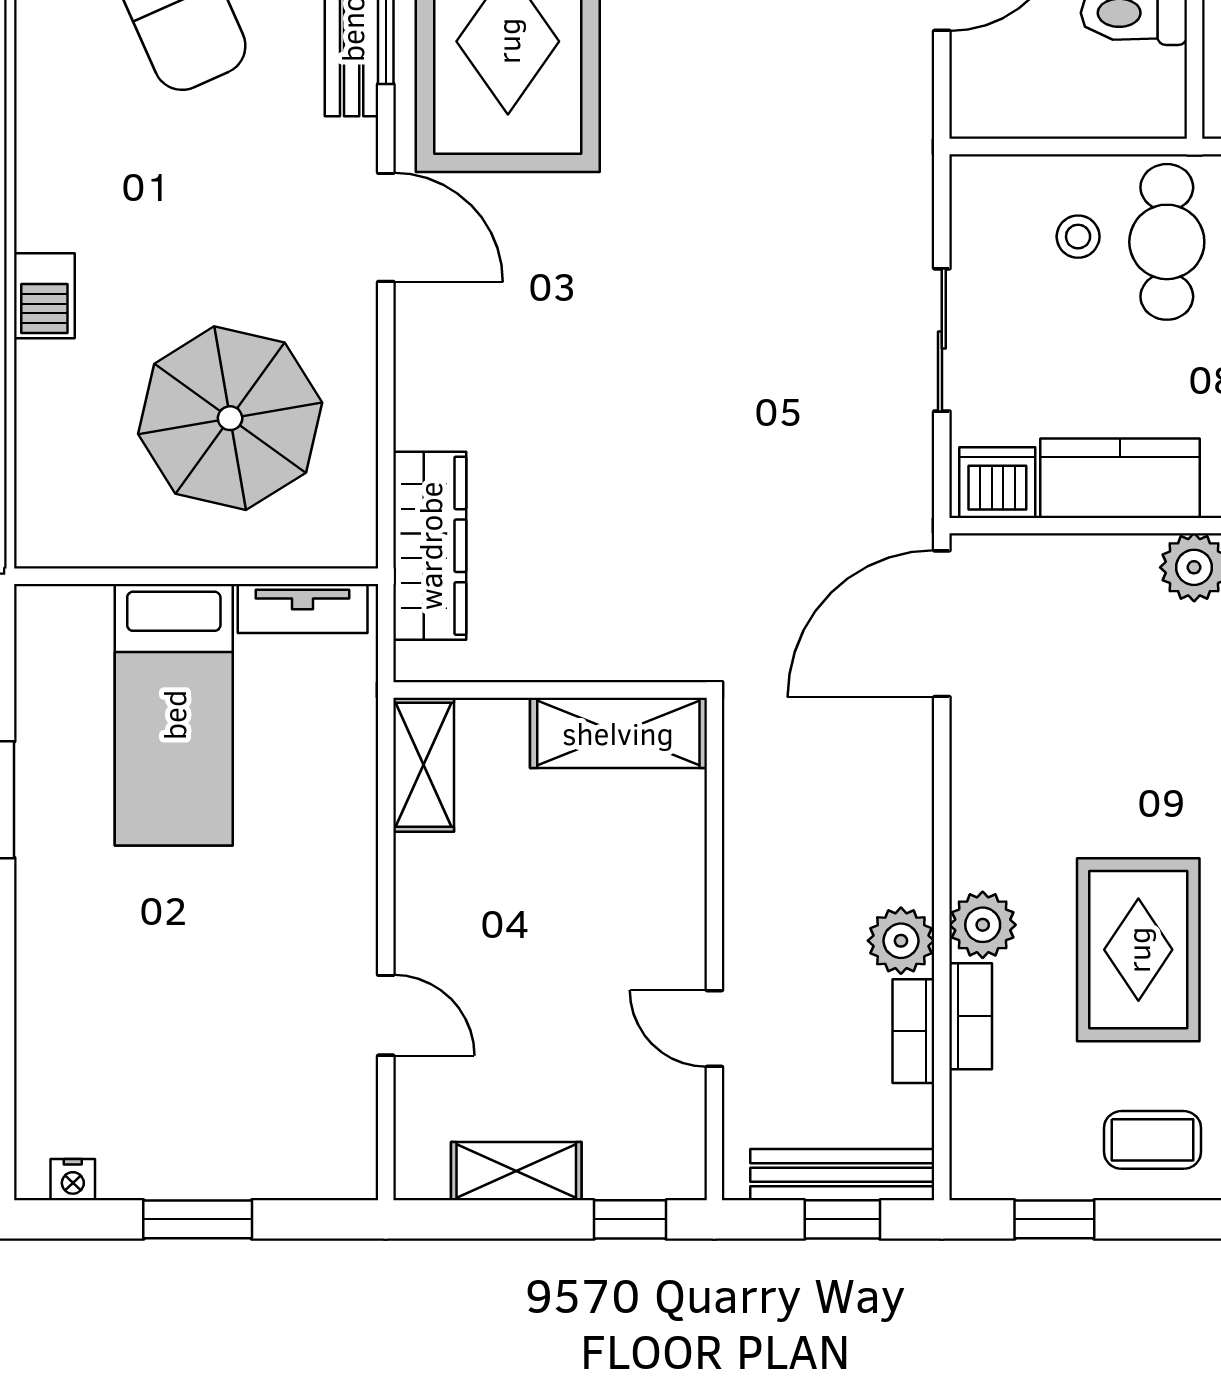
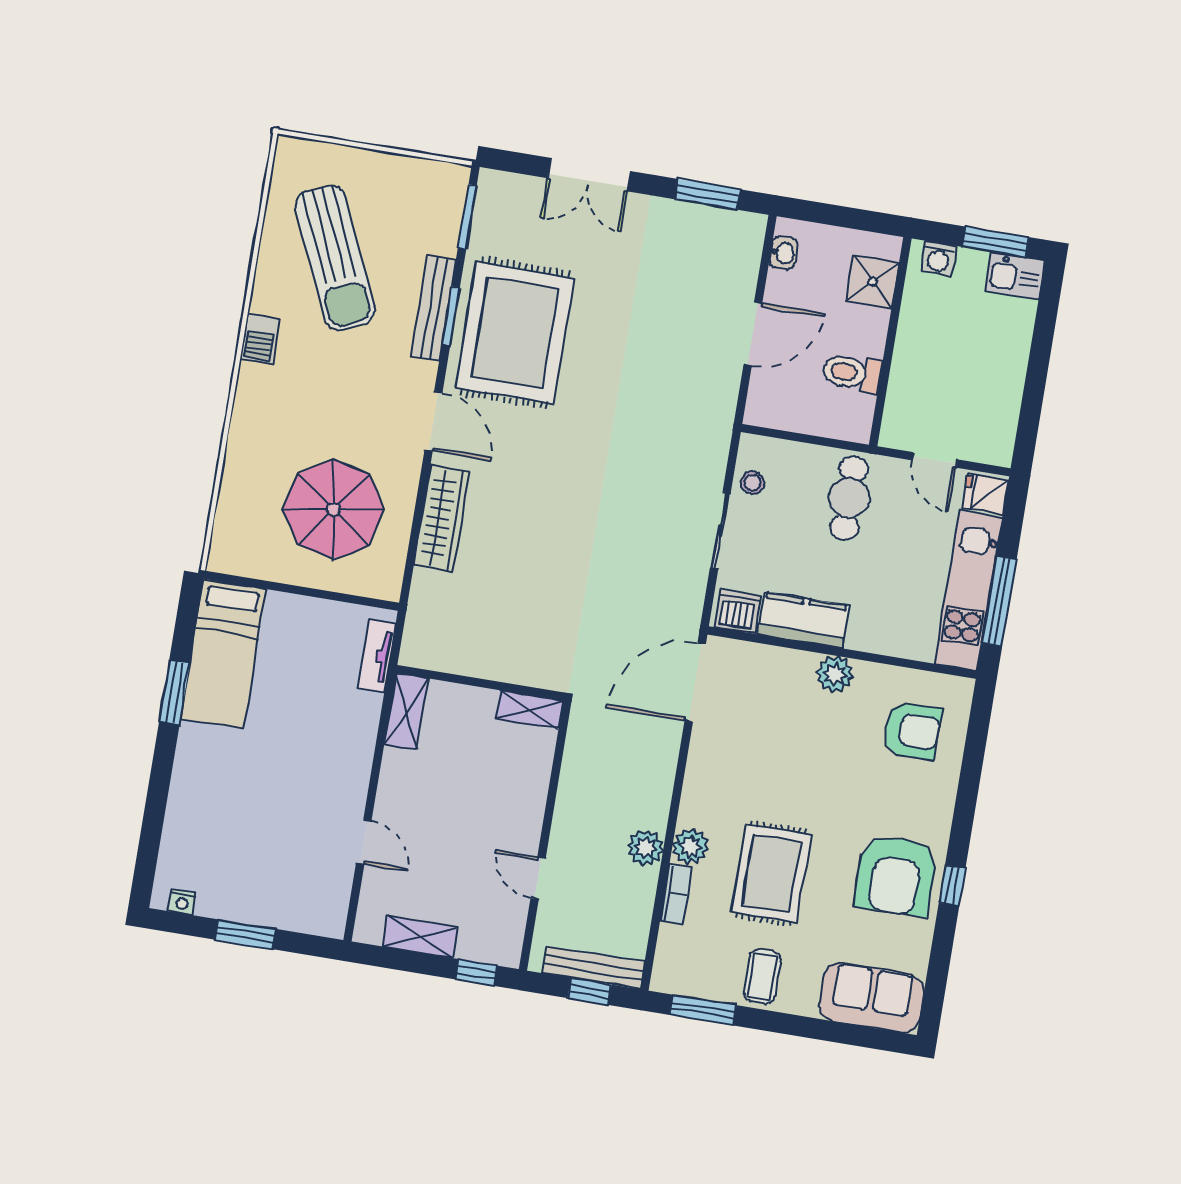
stool: (1078, 237) -> (753, 483), moved
barbecue: (44, 296) -> (260, 339), moved
wardrobe: (430, 546) -> (442, 518), moved
tv unit: (303, 609) -> (377, 656), moved, turned 90
bed: (174, 715) -> (223, 654), moved
shelving: (618, 733) -> (529, 710), width x0.67, depth x0.75
bookcase: (913, 1031) -> (644, 897), removed
coffee table: (1152, 1140) -> (762, 976), turned 90
window: (1054, 1219) -> (703, 1010), width x1.50

